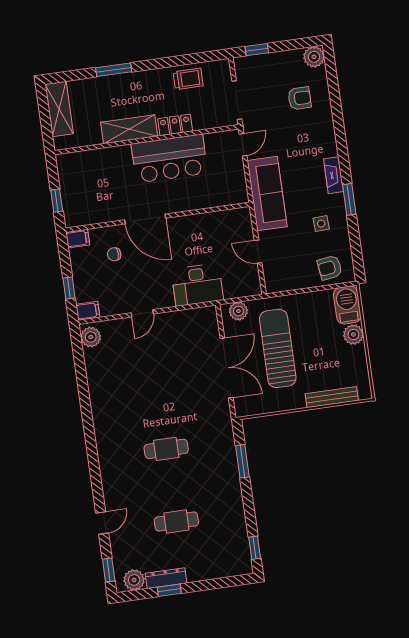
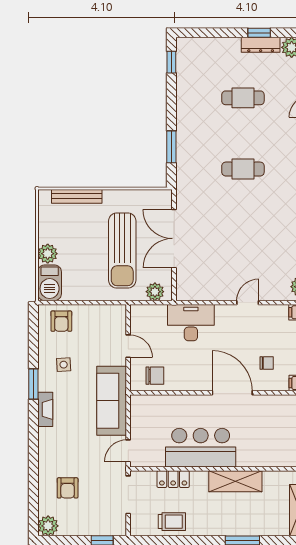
trolley: (188, 79) -> (172, 522), turned 180
armchair: (299, 98) -> (68, 488), turned -90
locker: (175, 125) -> (173, 479), moved
chair: (226, 225) -> (155, 376), added
armchair: (330, 268) -> (61, 321), turned 98

